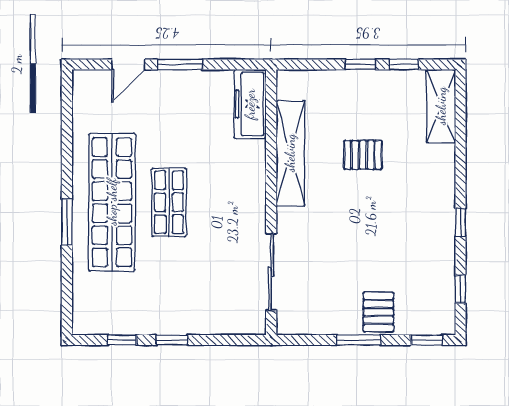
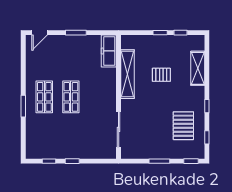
door: (128, 64) -> (40, 33), moved
shelving: (441, 106) -> (198, 68), moved
shop shelf: (112, 202) -> (44, 97), width x0.50, depth x0.74
pallet: (378, 312) -> (183, 126), moved, width x1.50, depth x1.42

